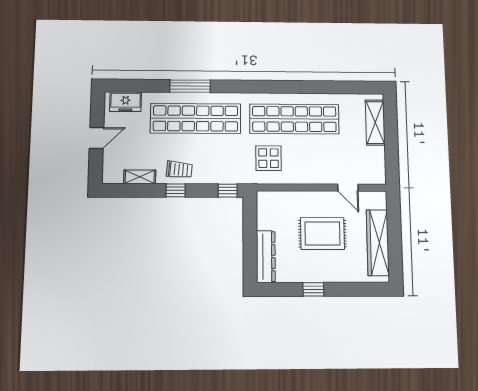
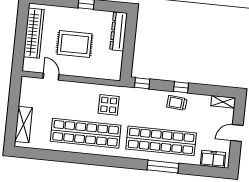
shelving: (140, 177) -> (223, 102), moved

